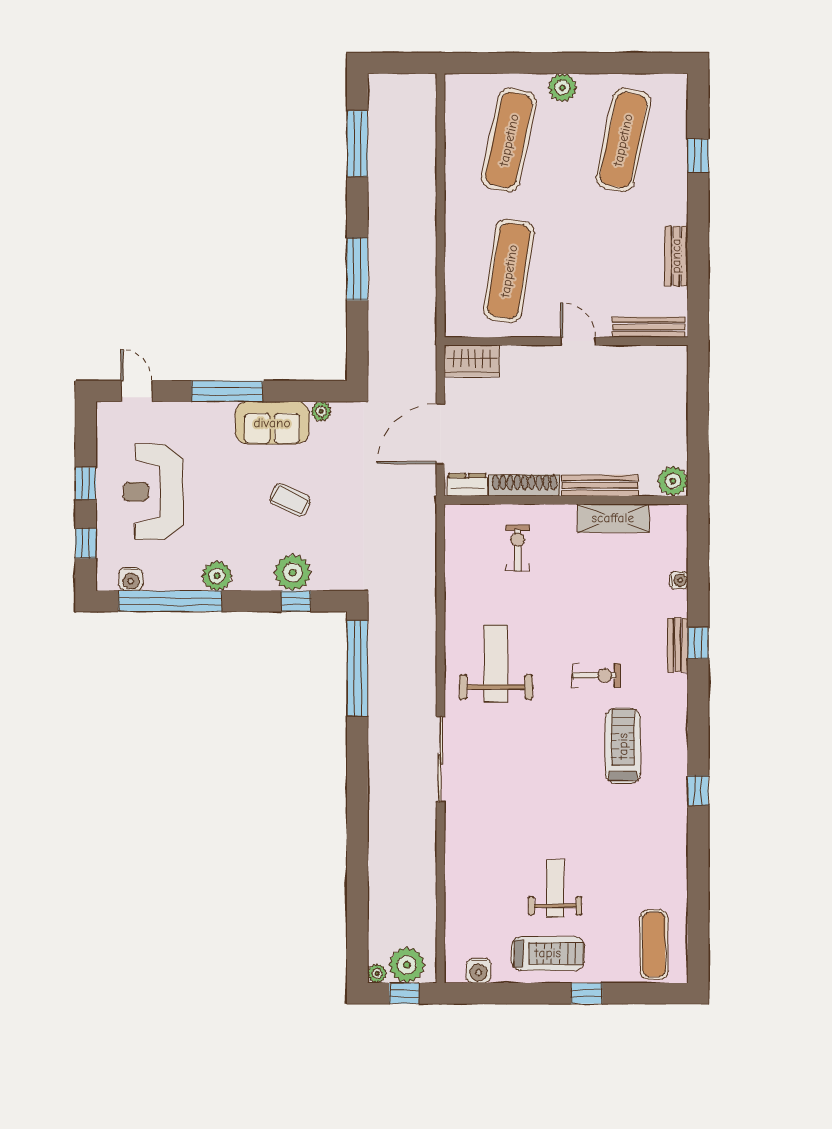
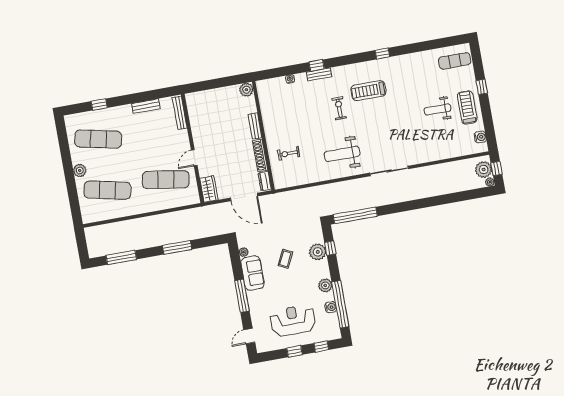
door: (578, 341) -> (194, 158), moved
bench: (600, 485) -> (255, 126), width x0.73
reception desk: (153, 492) -> (293, 321), turned 180
shelving: (613, 518) -> (268, 113), removed
water cooler: (131, 579) -> (331, 307), moved

